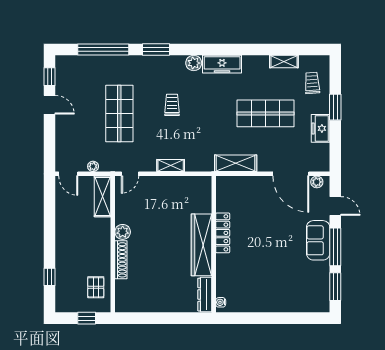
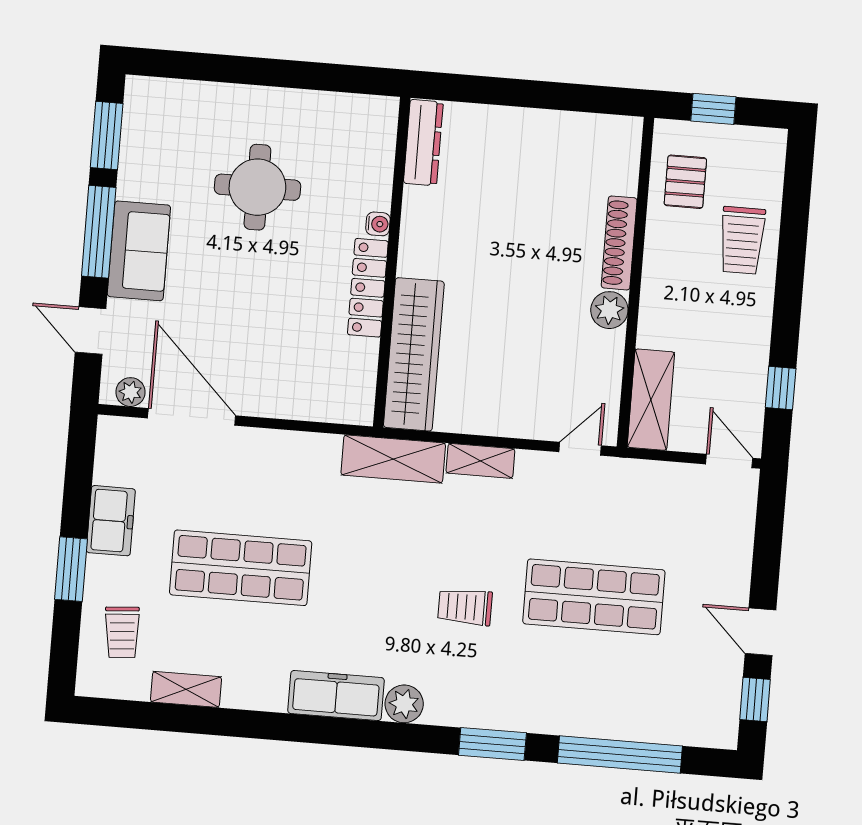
trolley: (172, 105) -> (465, 607), turned 90
shop shelf: (119, 113) -> (594, 597), turned 90
shelving: (236, 163) -> (393, 459), moved
plant: (93, 166) -> (668, 474), removed
wardrobe: (202, 245) -> (414, 354), moved
trolley: (70, 265) -> (742, 240), added
round table: (272, 271) -> (257, 187), added
window: (50, 277) -> (781, 388), moved
water cooler: (221, 302) -> (378, 224), moved

